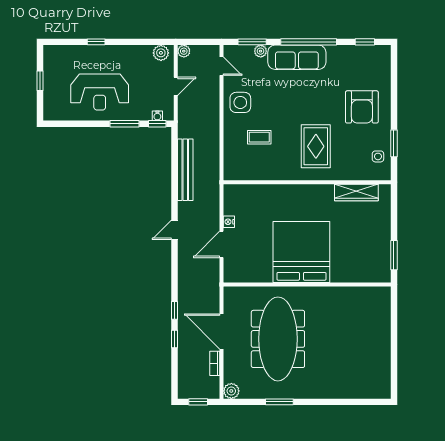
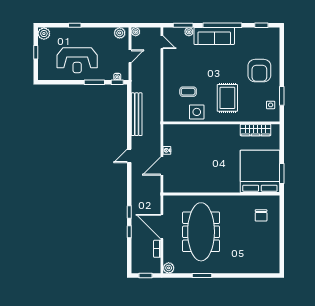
plant: (52, 54) -> (44, 34), added
side table: (240, 102) -> (197, 112), moved
bed: (301, 252) -> (260, 171), moved
chair: (364, 315) -> (261, 215), added

